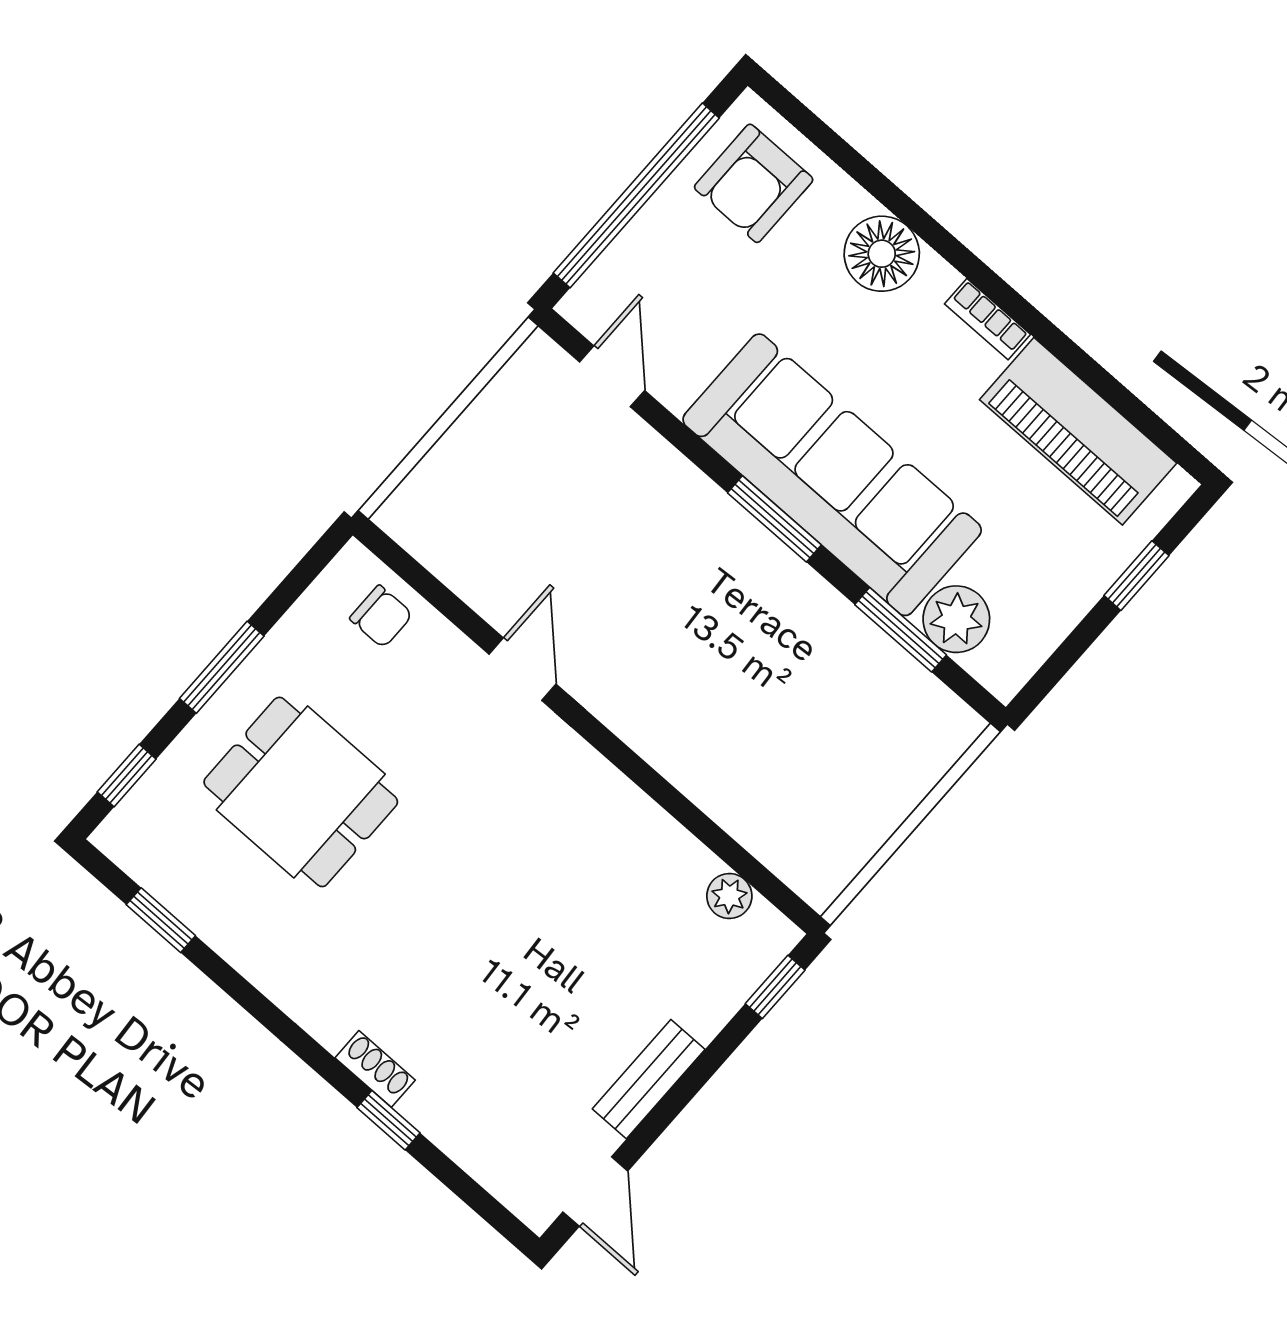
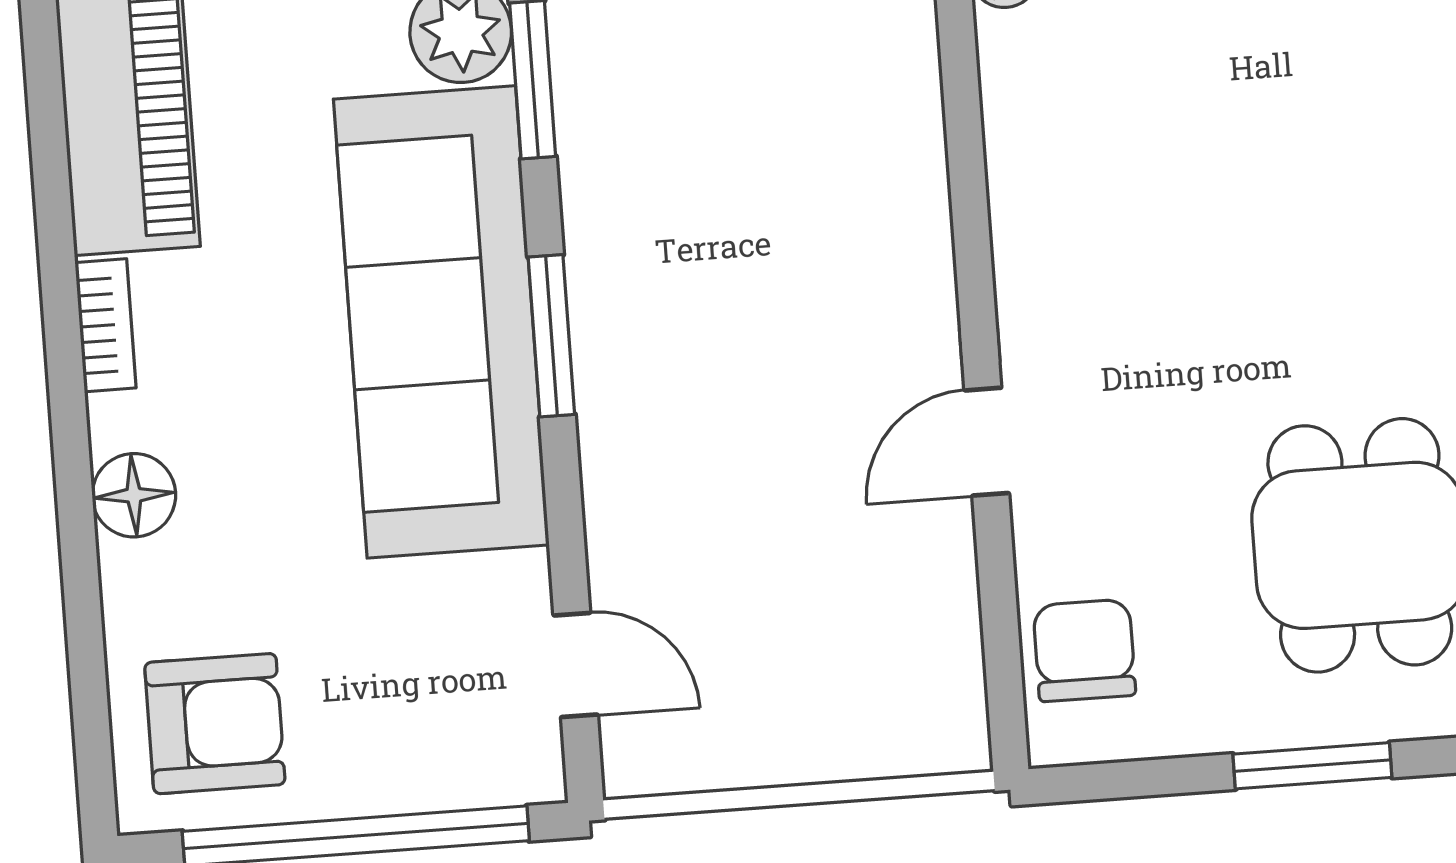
floor lamp: (882, 254) -> (134, 495), width x0.73, depth x0.73
door: (612, 376) -> (576, 665), swing flipped
chair: (381, 616) -> (1084, 650), width x1.37, depth x1.37

